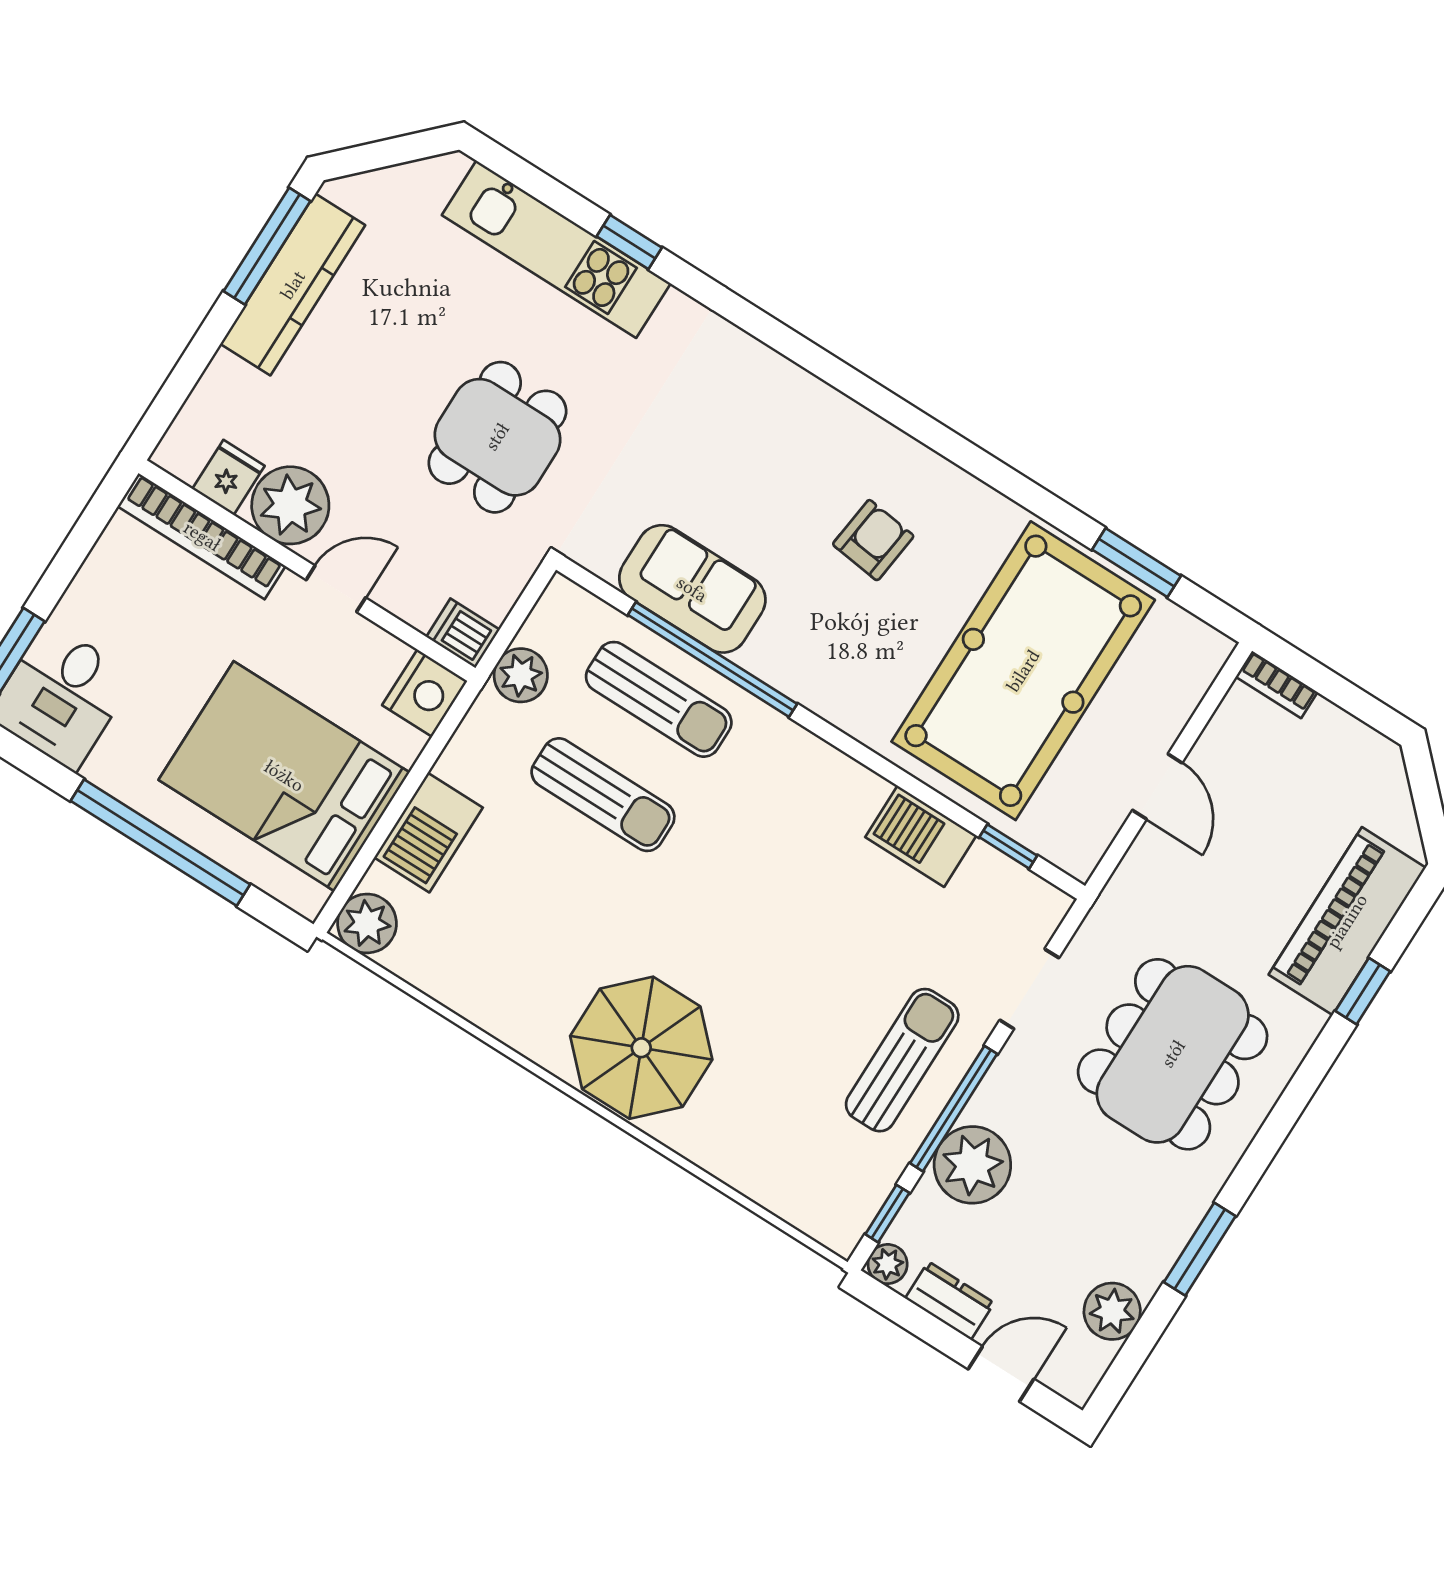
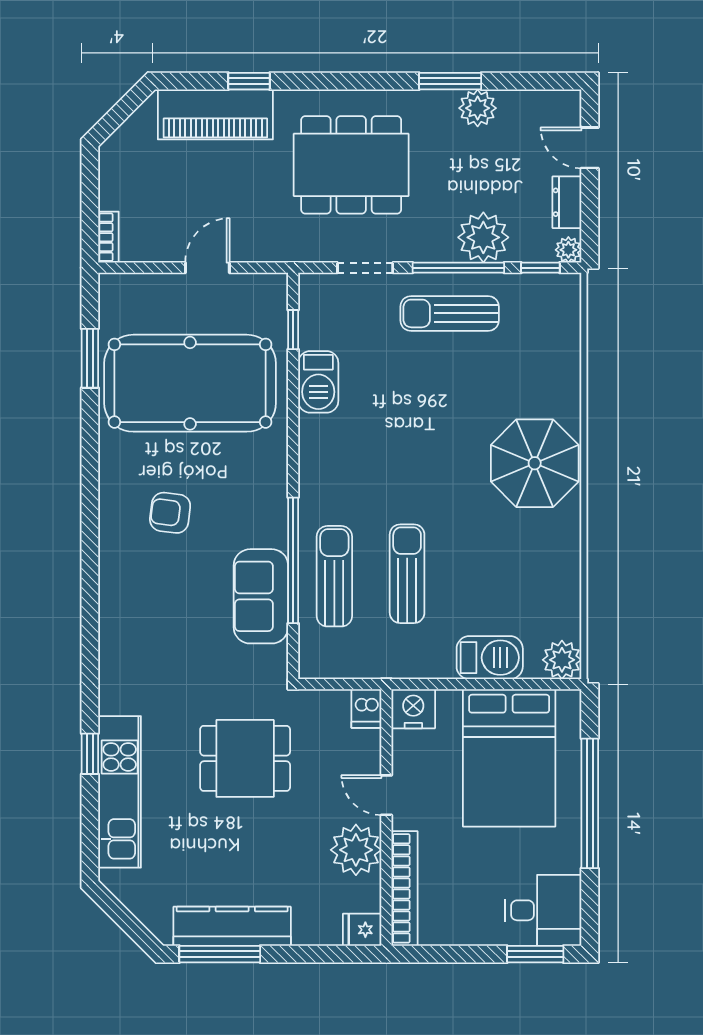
fridge: (228, 477) -> (362, 930), moved
plant: (521, 675) -> (370, 662), removed
plant: (1112, 1311) -> (478, 108), moved

